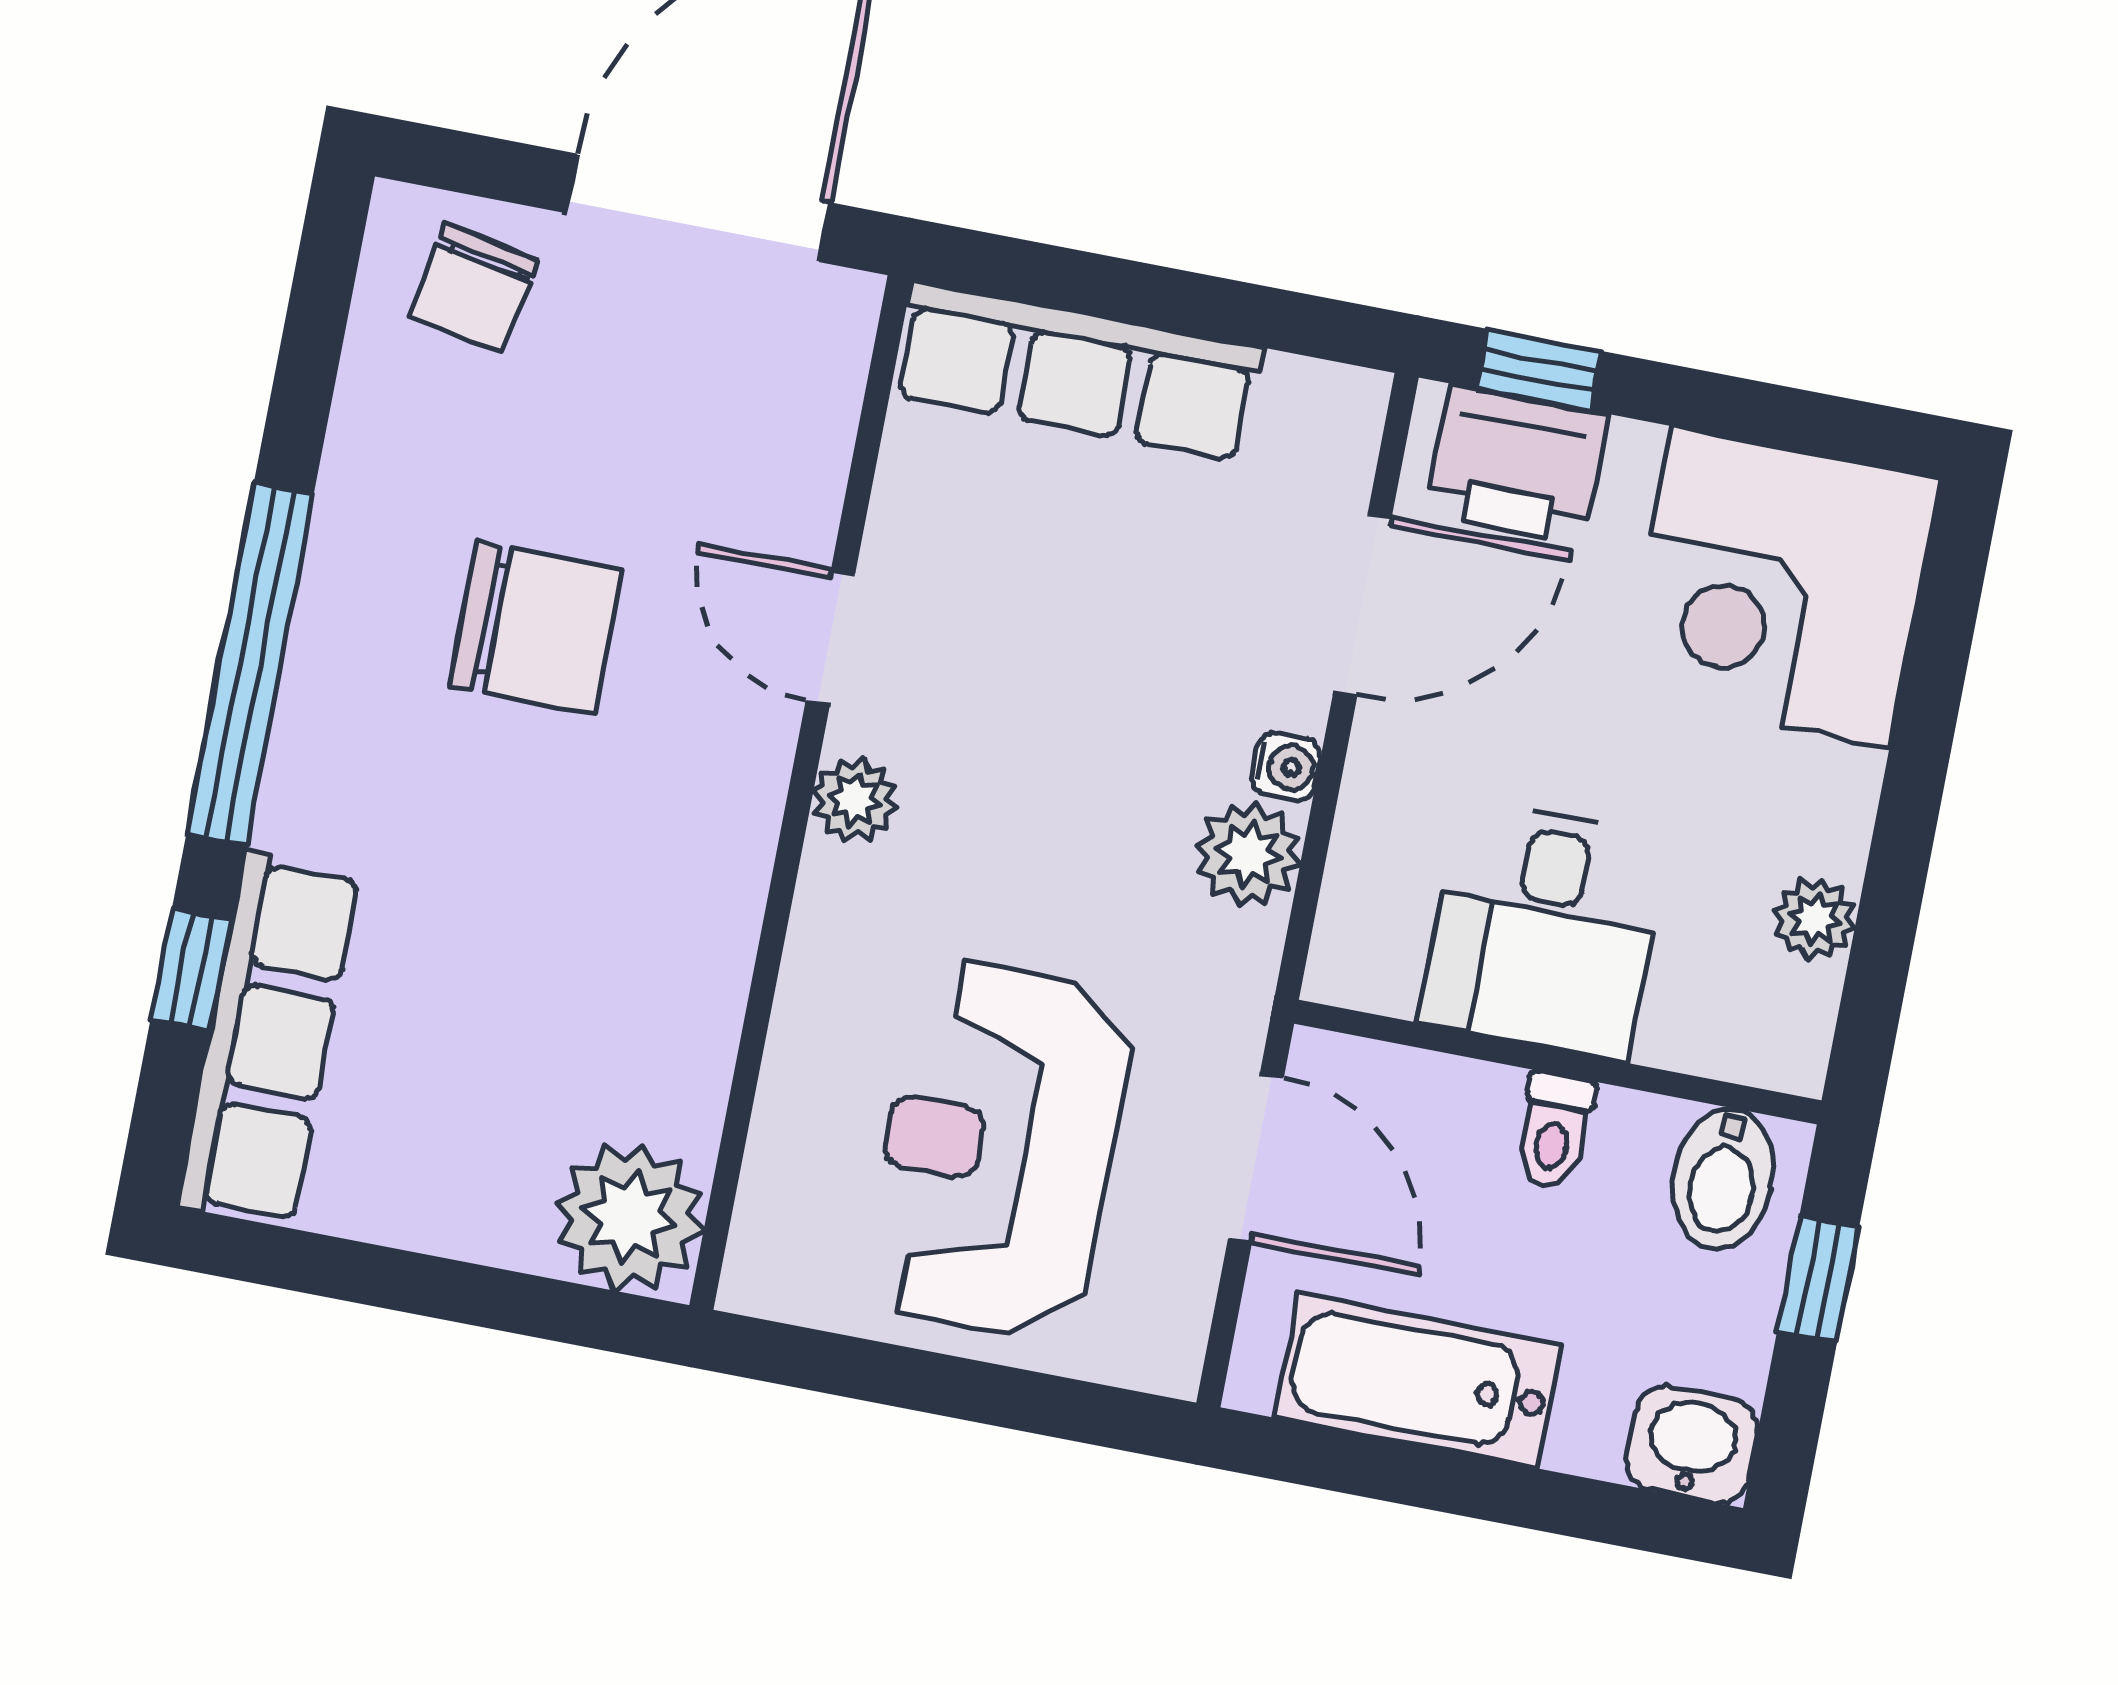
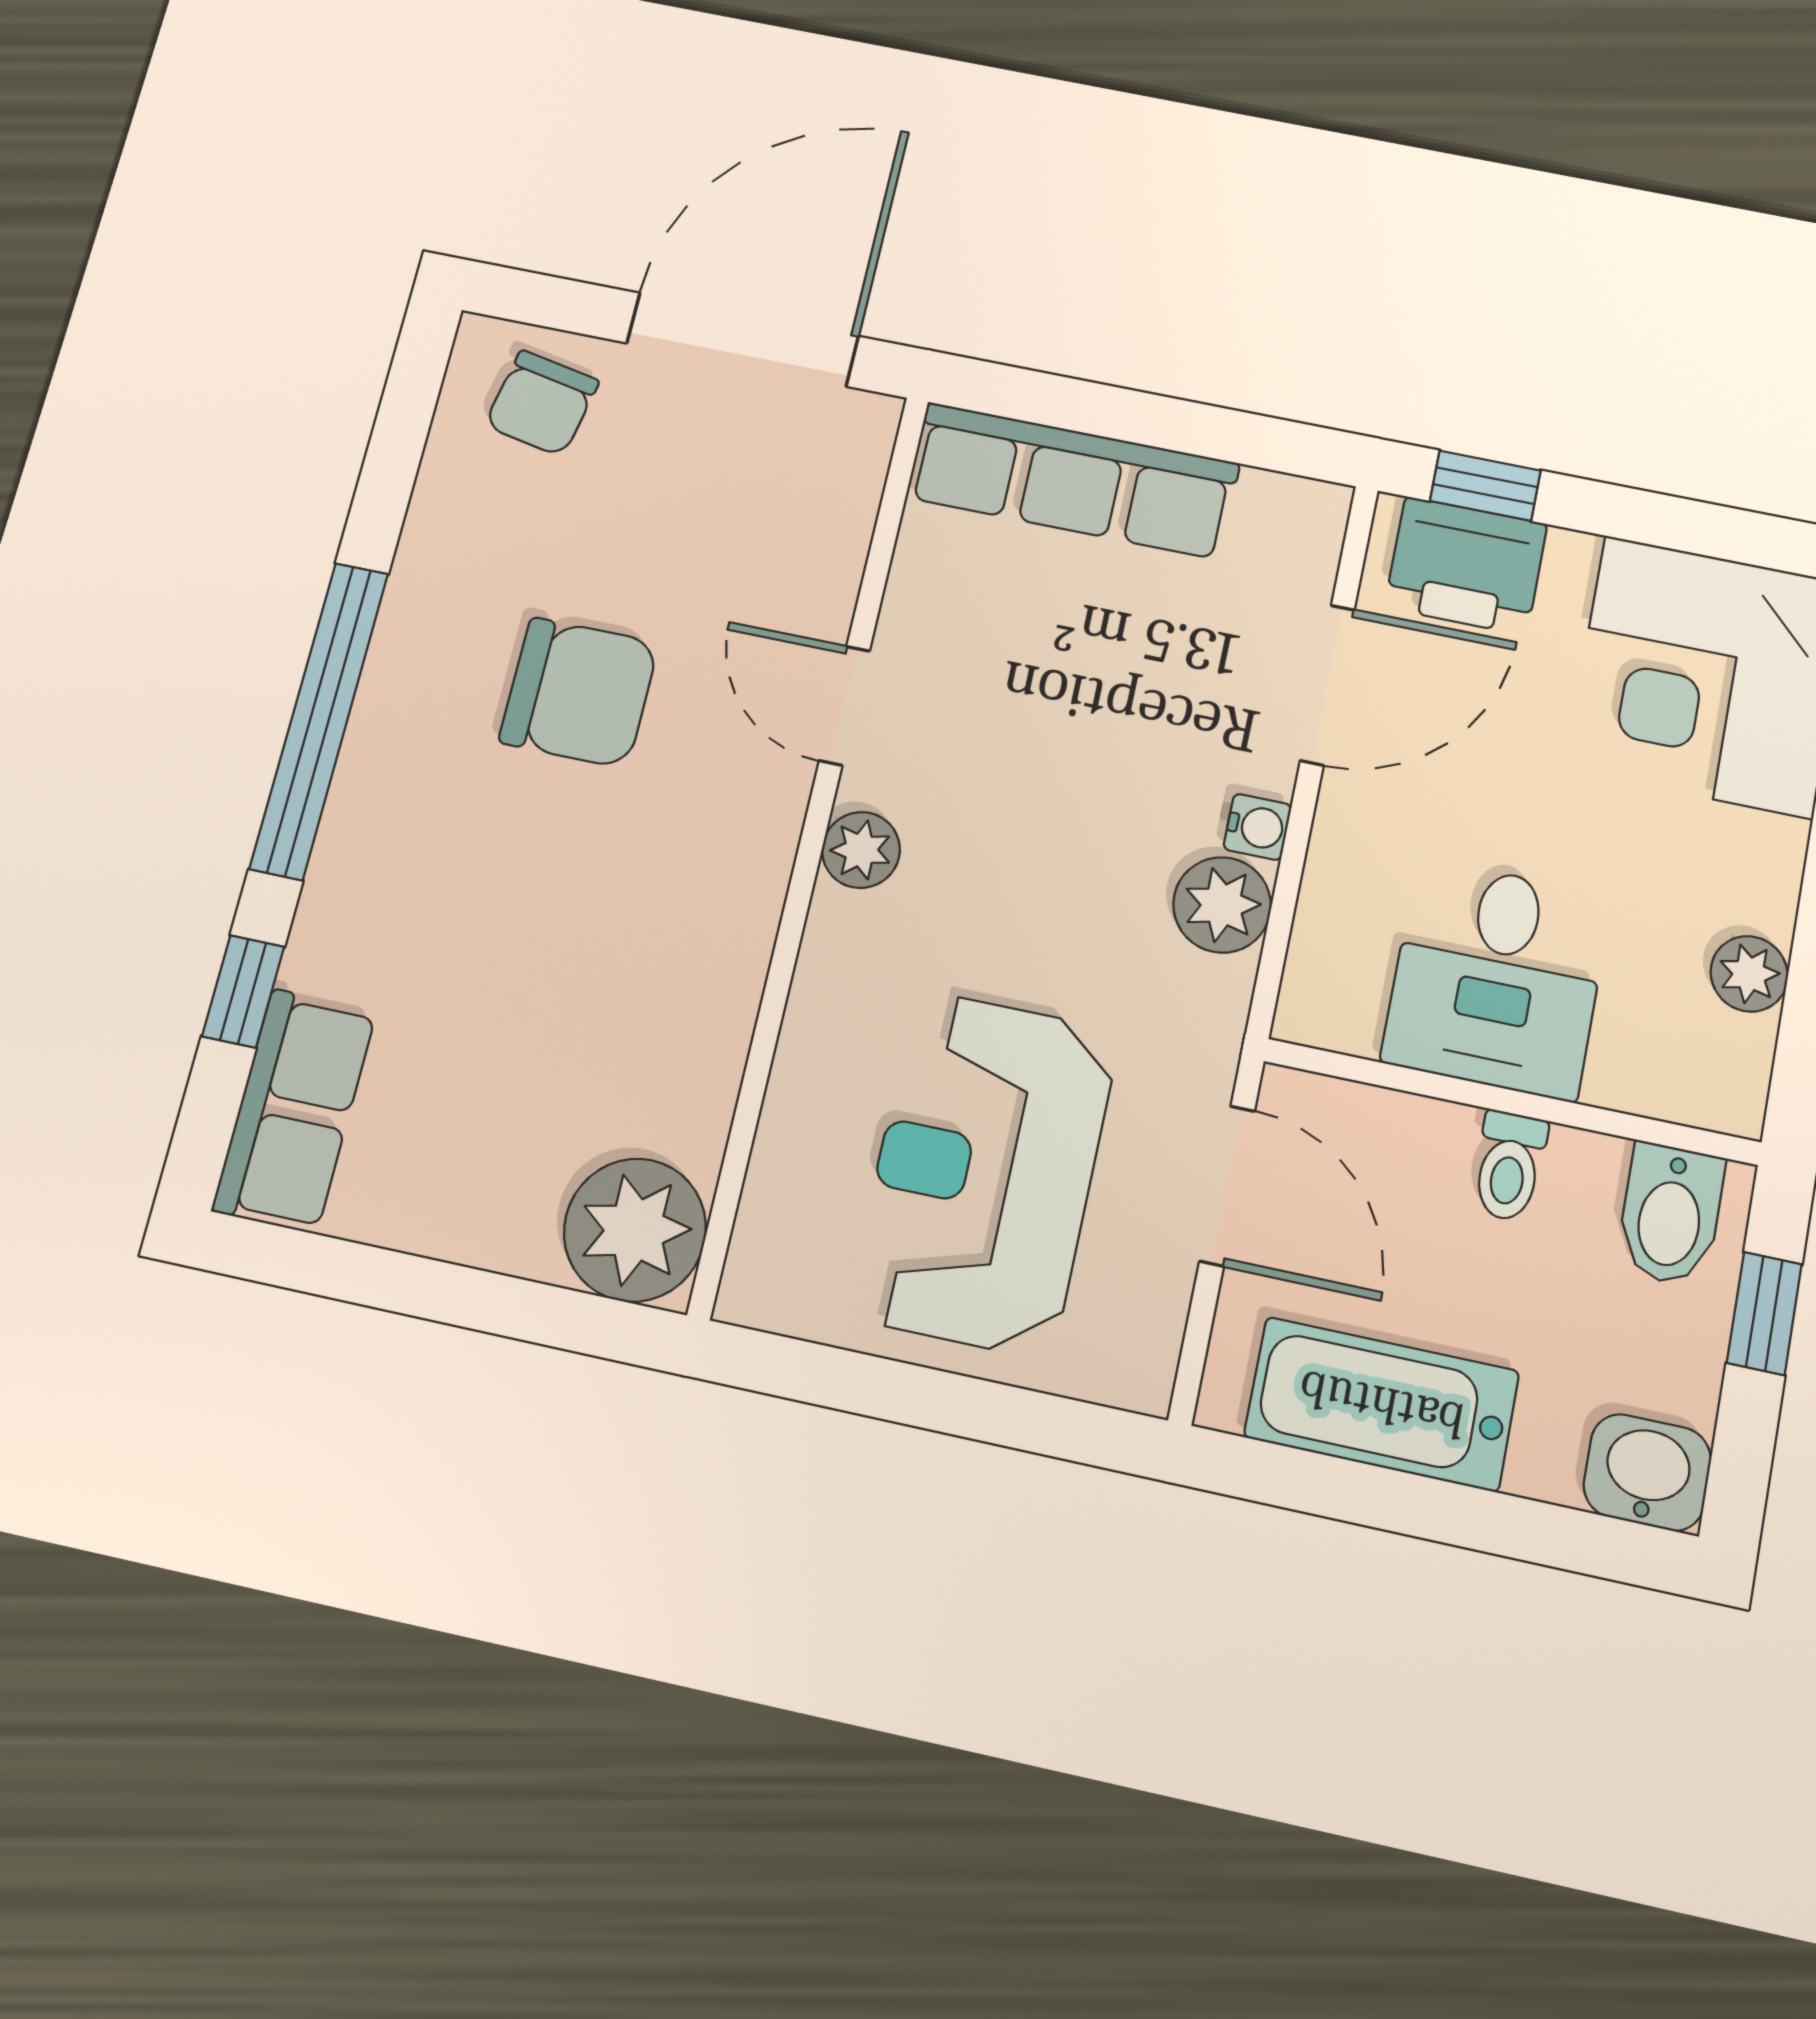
row of seats: (269, 1039) -> (294, 1110), width x0.68

